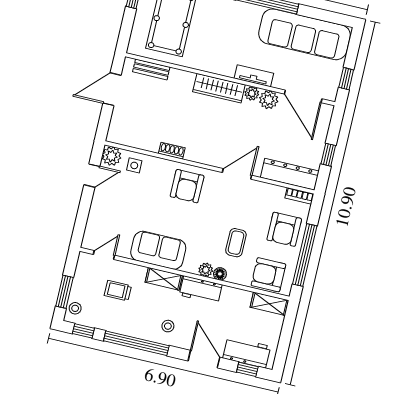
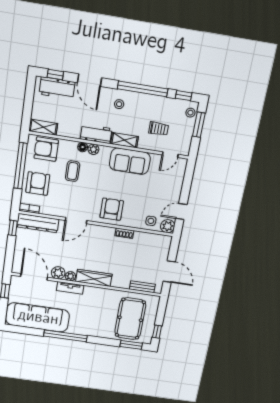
door: (112, 89) -> (169, 272), hinge flipped
window: (328, 155) -> (13, 228), moved
armchair: (268, 275) -> (46, 149), turned 180

